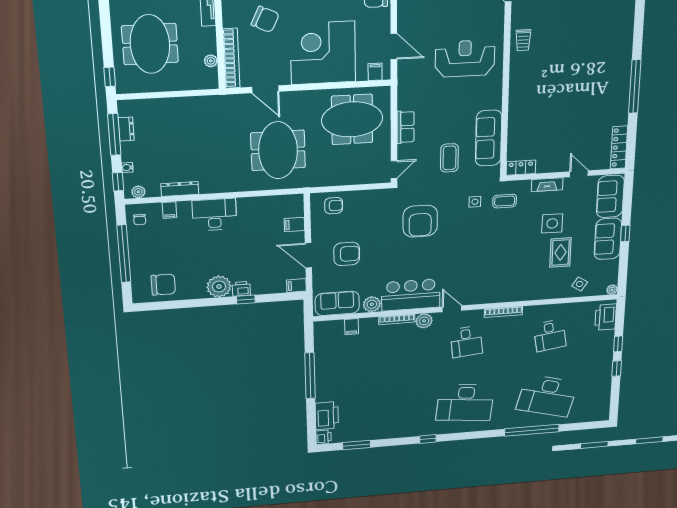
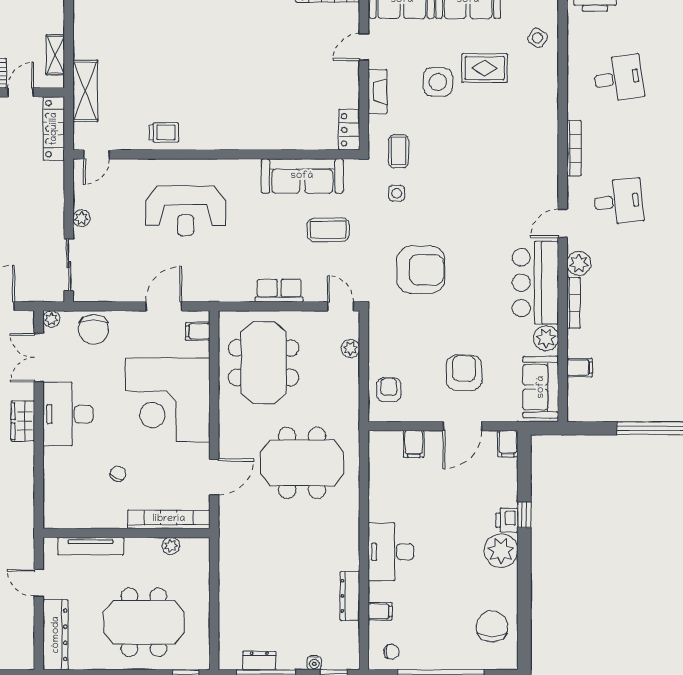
chair: (265, 19) -> (118, 474), width x0.54, depth x0.54
reception desk: (465, 59) -> (186, 211), turned -90
plant: (138, 192) -> (350, 349), moved

